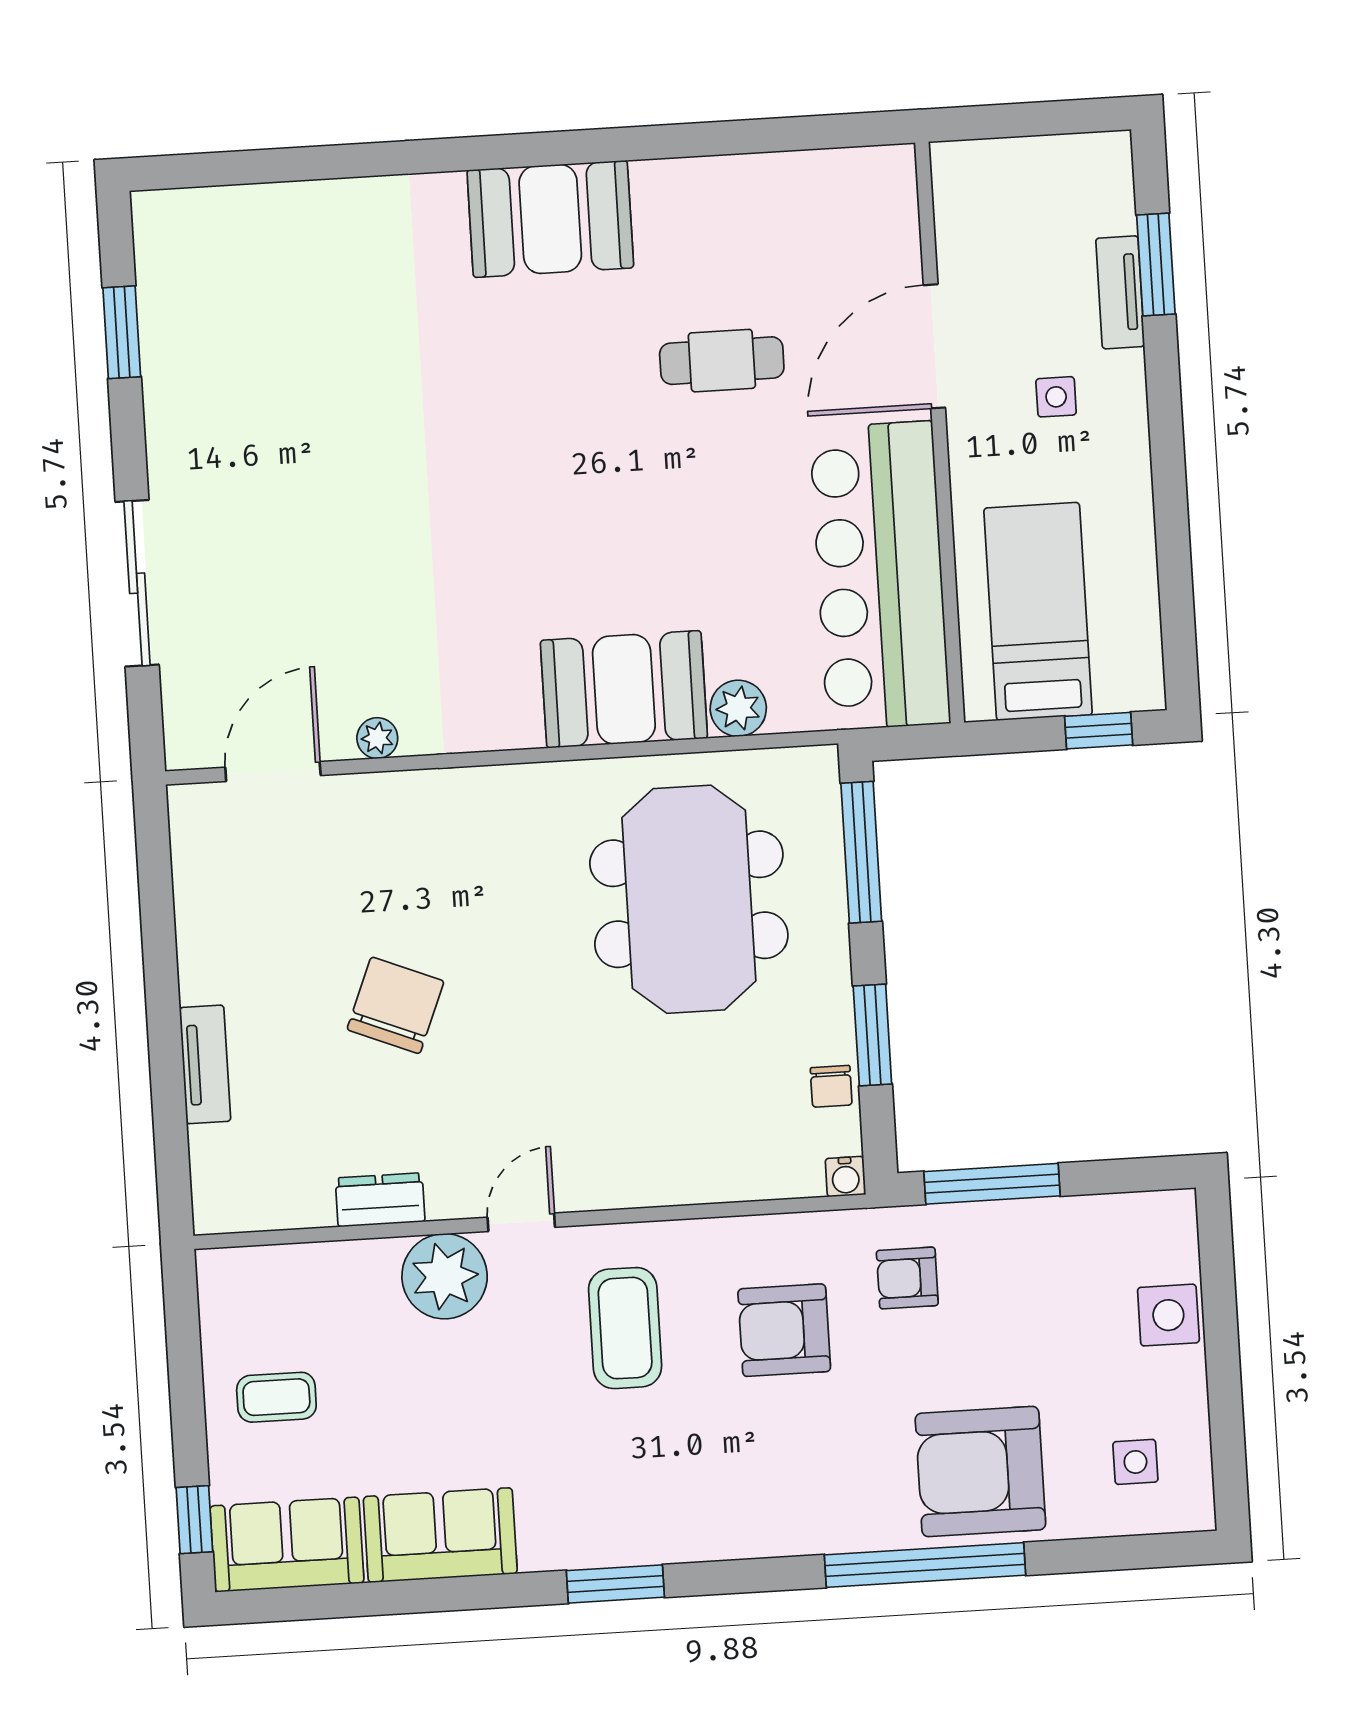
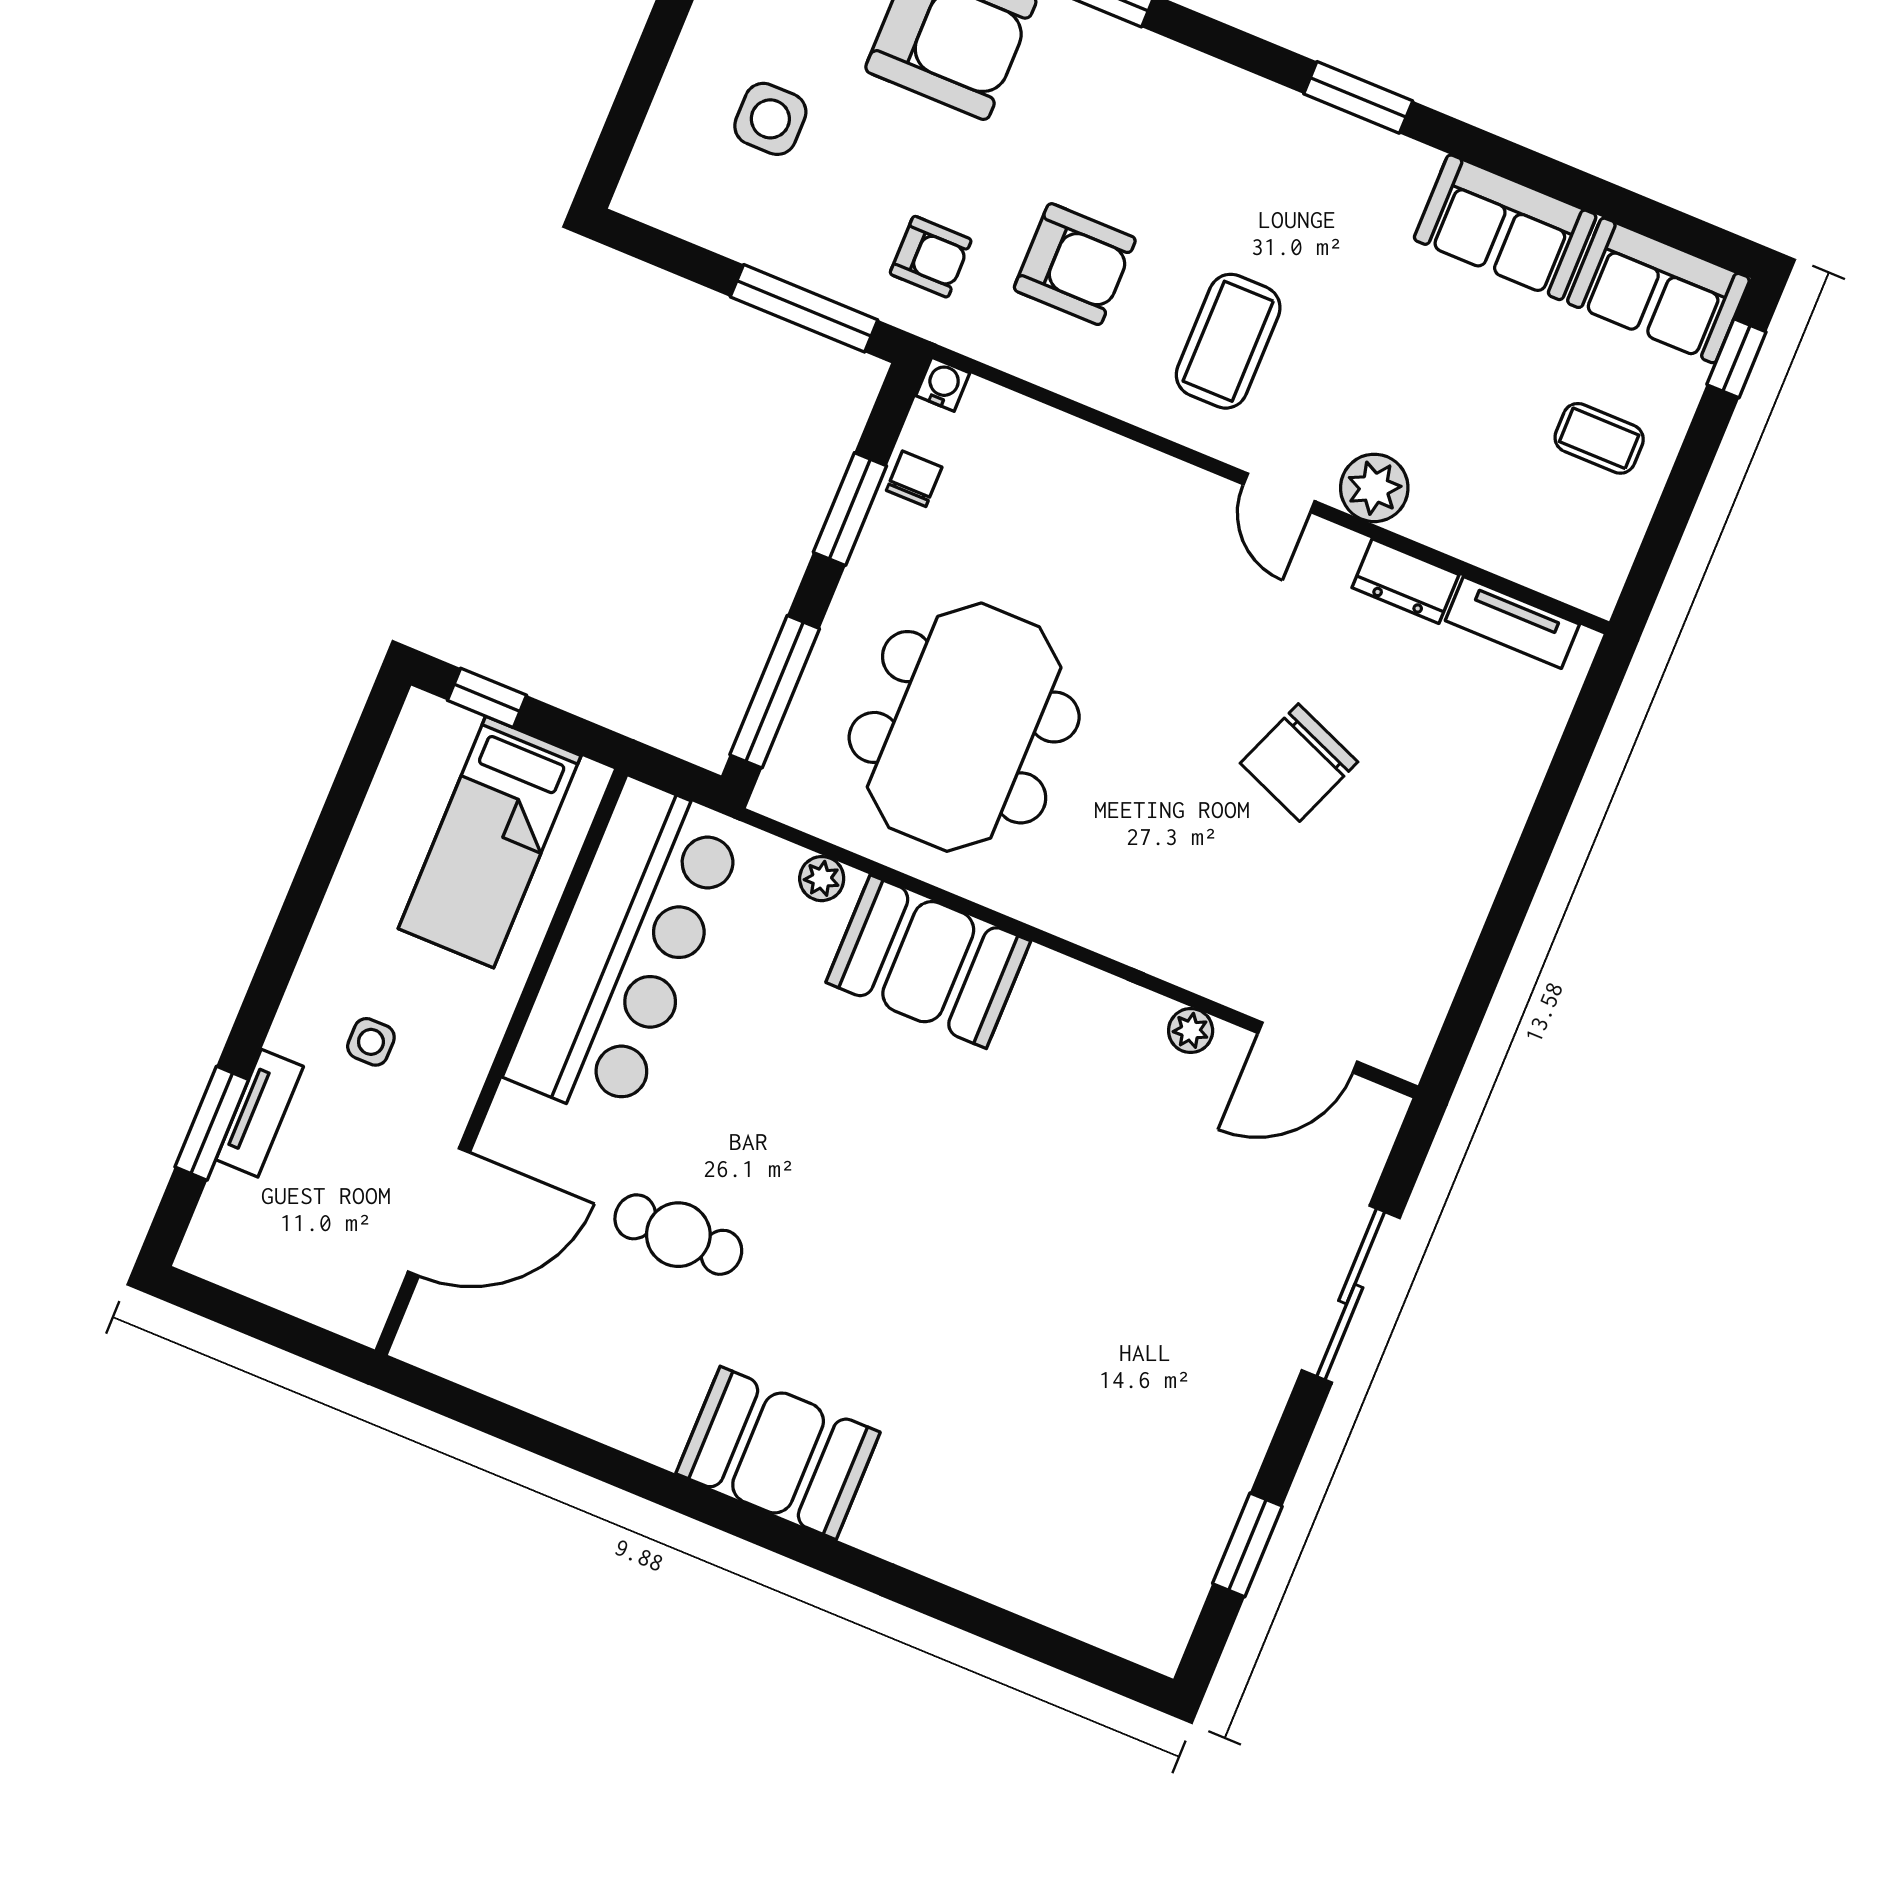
door: (934, 346) -> (439, 1212), moved
plant: (738, 708) -> (822, 879), width x0.73, depth x0.73
tv unit: (205, 1064) -> (1512, 622), moved, turned -90
door: (521, 1222) -> (1279, 493), hinge flipped
plant: (445, 1276) -> (1374, 488), width x0.73, depth x0.73
side table: (1168, 1315) -> (770, 119), moved

